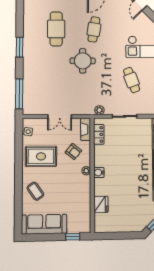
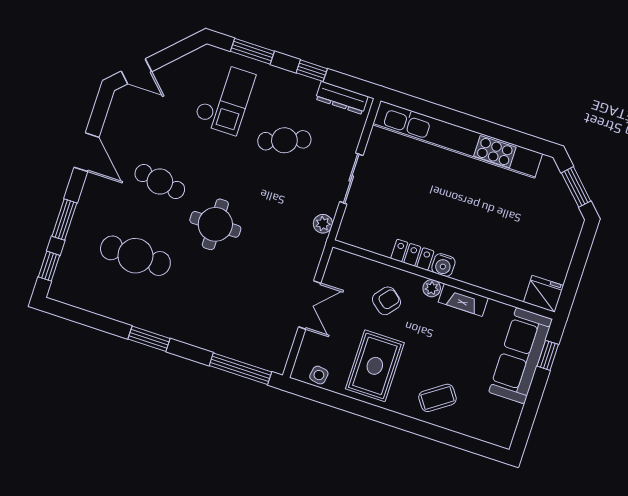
fireplace: (86, 129) -> (463, 300), moved
locker: (99, 134) -> (412, 255), moved
fridge: (101, 204) -> (543, 294), moved
sofa: (44, 224) -> (521, 356), moved

